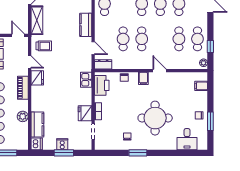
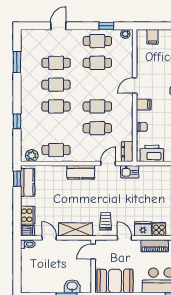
door: (30, 62) -> (124, 238), hinge flipped
kitchen sink: (86, 80) -> (130, 172), moved
cooker: (37, 91) -> (159, 229), added

